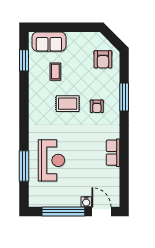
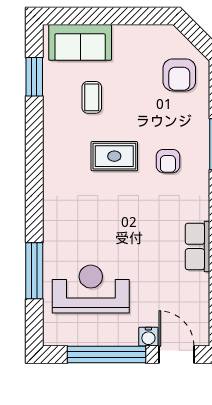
reception desk: (51, 160) -> (91, 289), moved, turned -90

